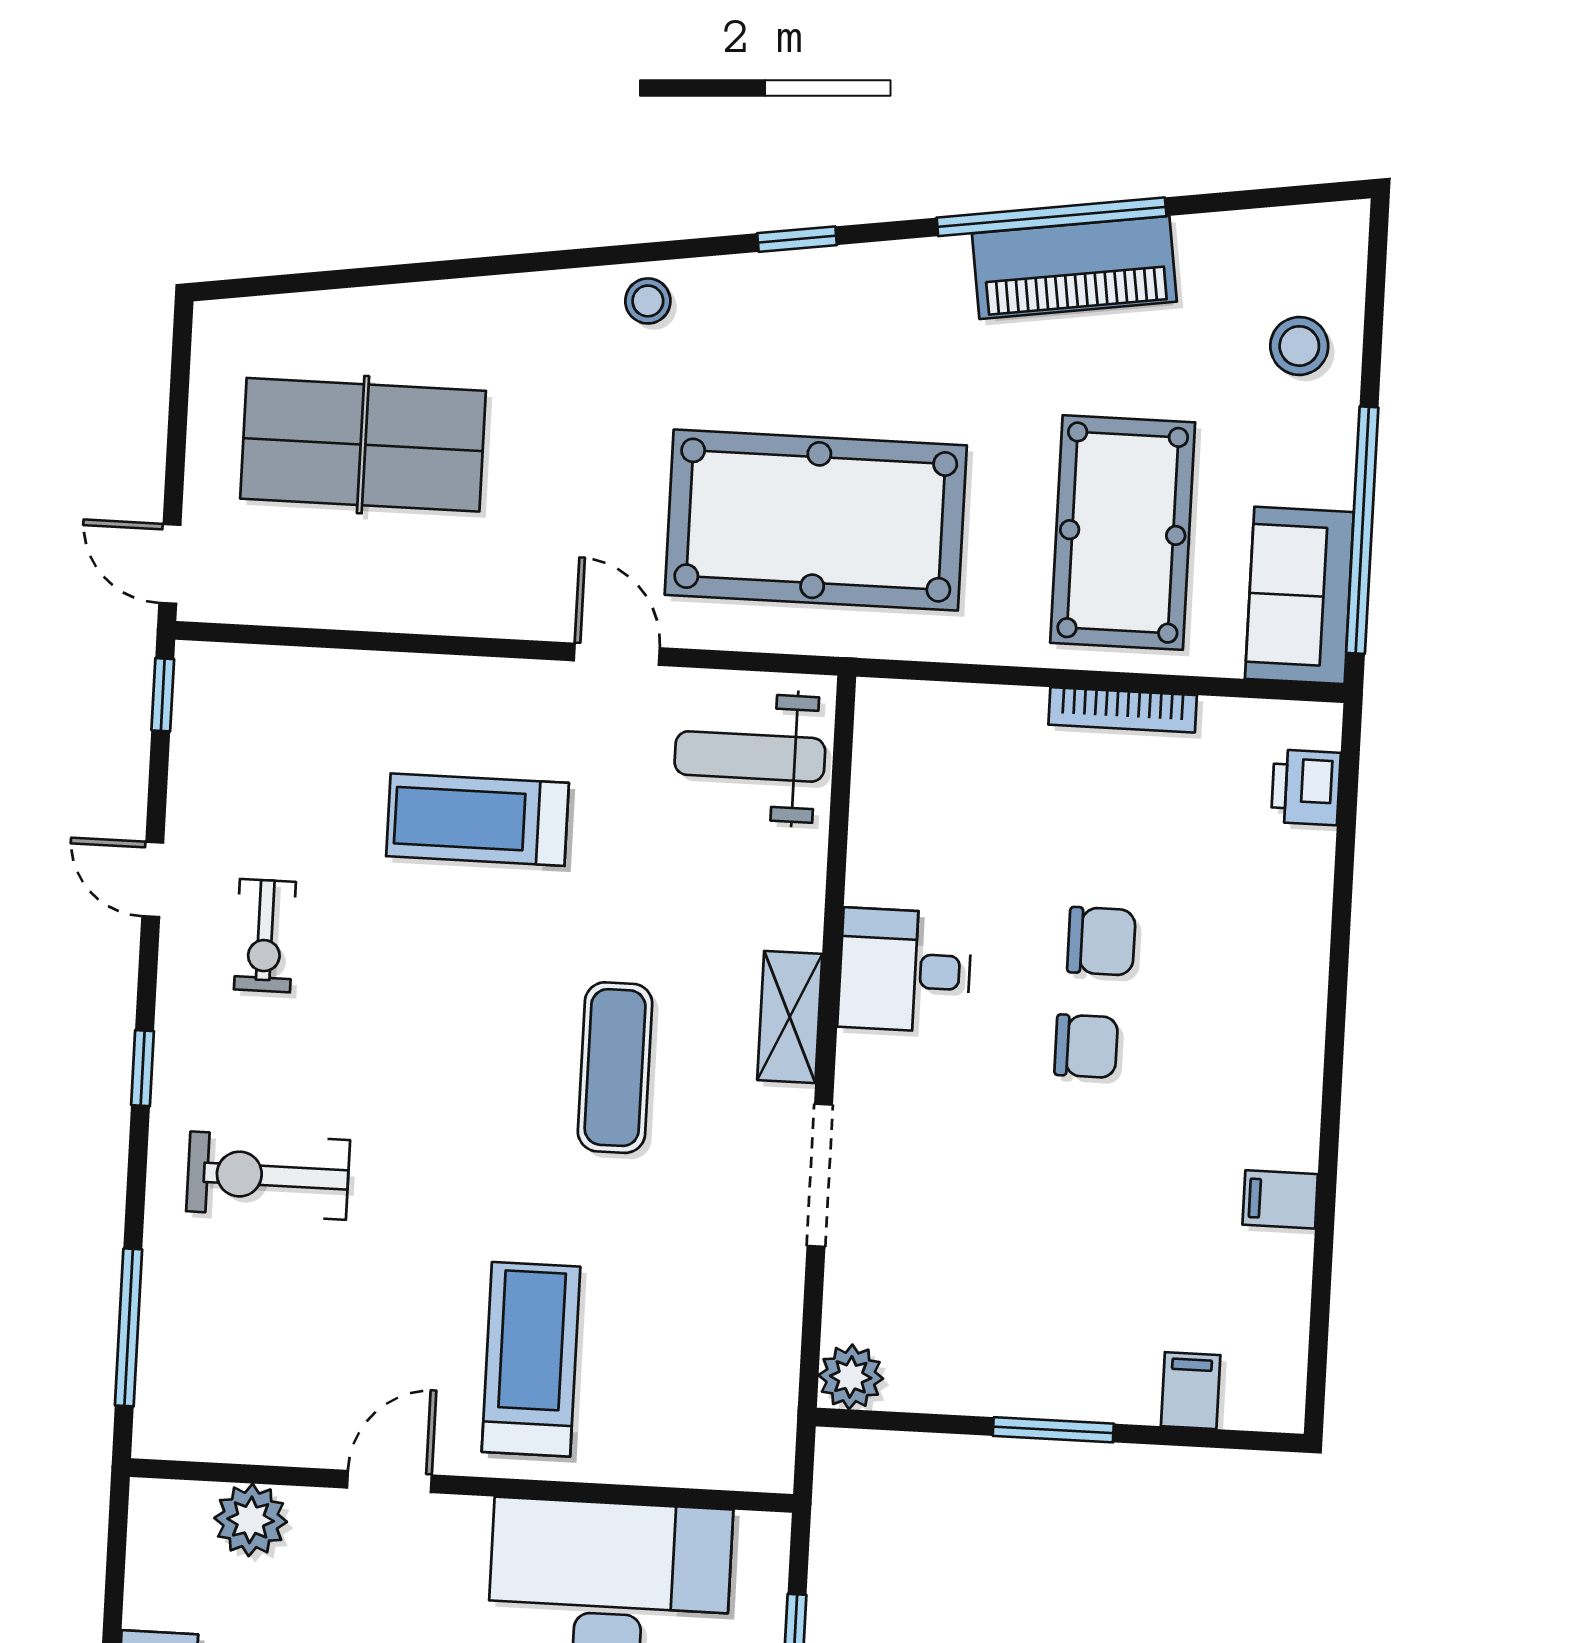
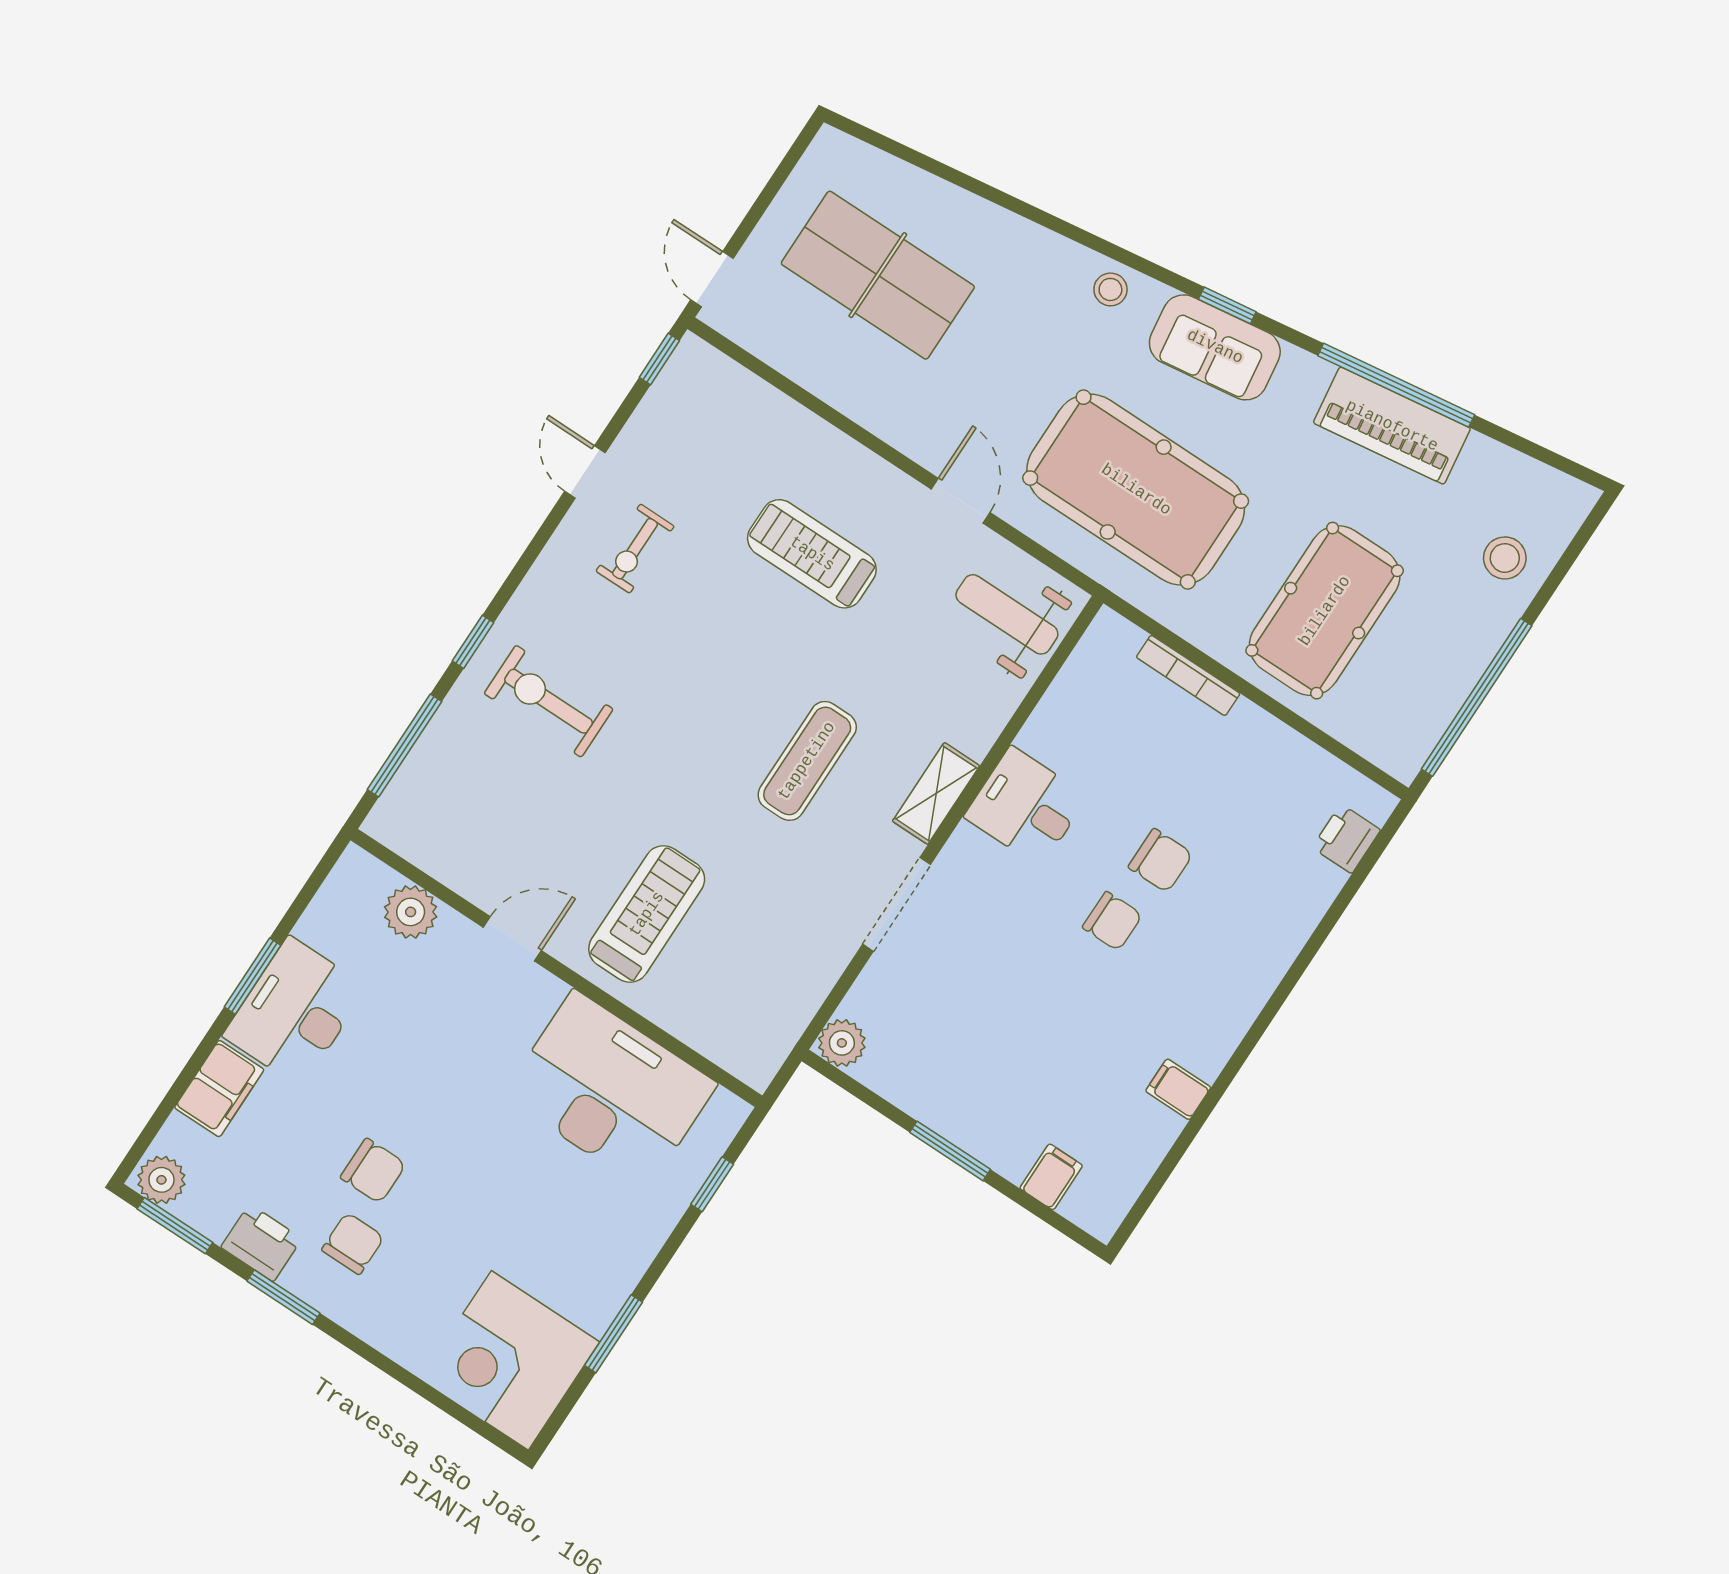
sofa: (1299, 595) -> (1215, 347), moved, turned -98
bookcase: (1123, 710) -> (1188, 675), moved
window: (143, 1068) -> (473, 642), moved

